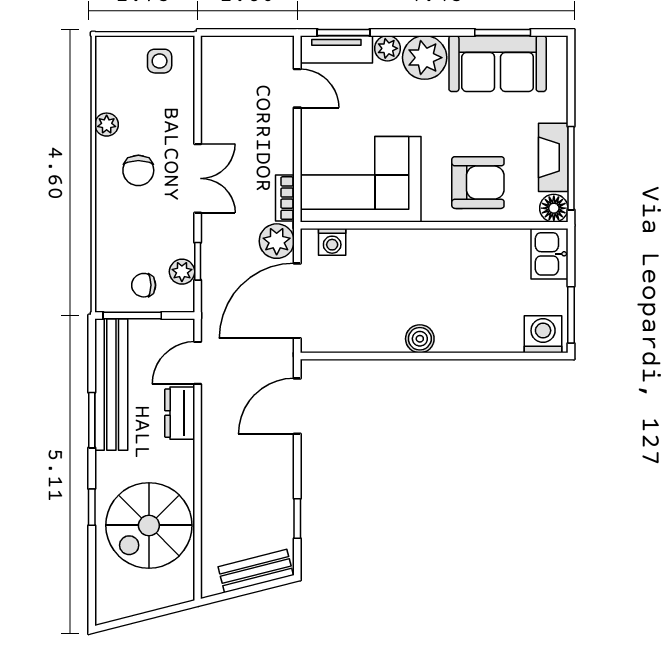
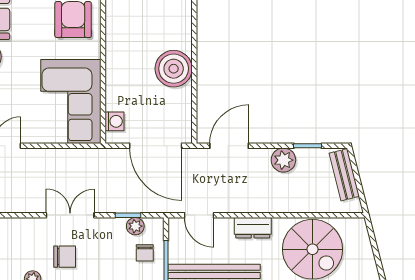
bookcase: (285, 198) -> (84, 154), removed
plant: (277, 241) -> (283, 160), moved
boiler: (420, 339) -> (174, 69), width x1.86, depth x1.86
door: (297, 406) -> (229, 146), swing flipped
dresser: (180, 413) -> (253, 228), moved

